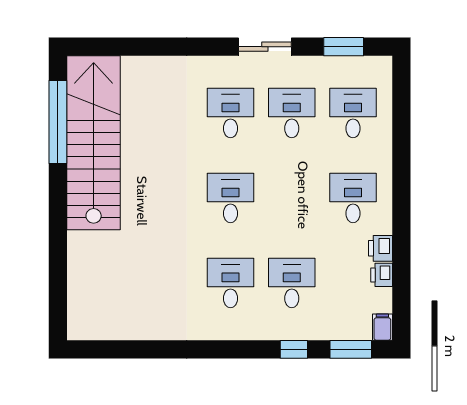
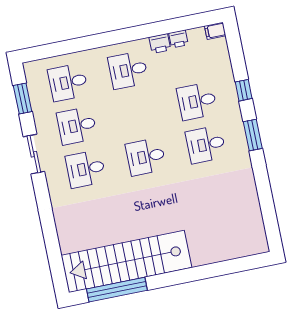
window: (351, 349) -> (253, 135), moved

